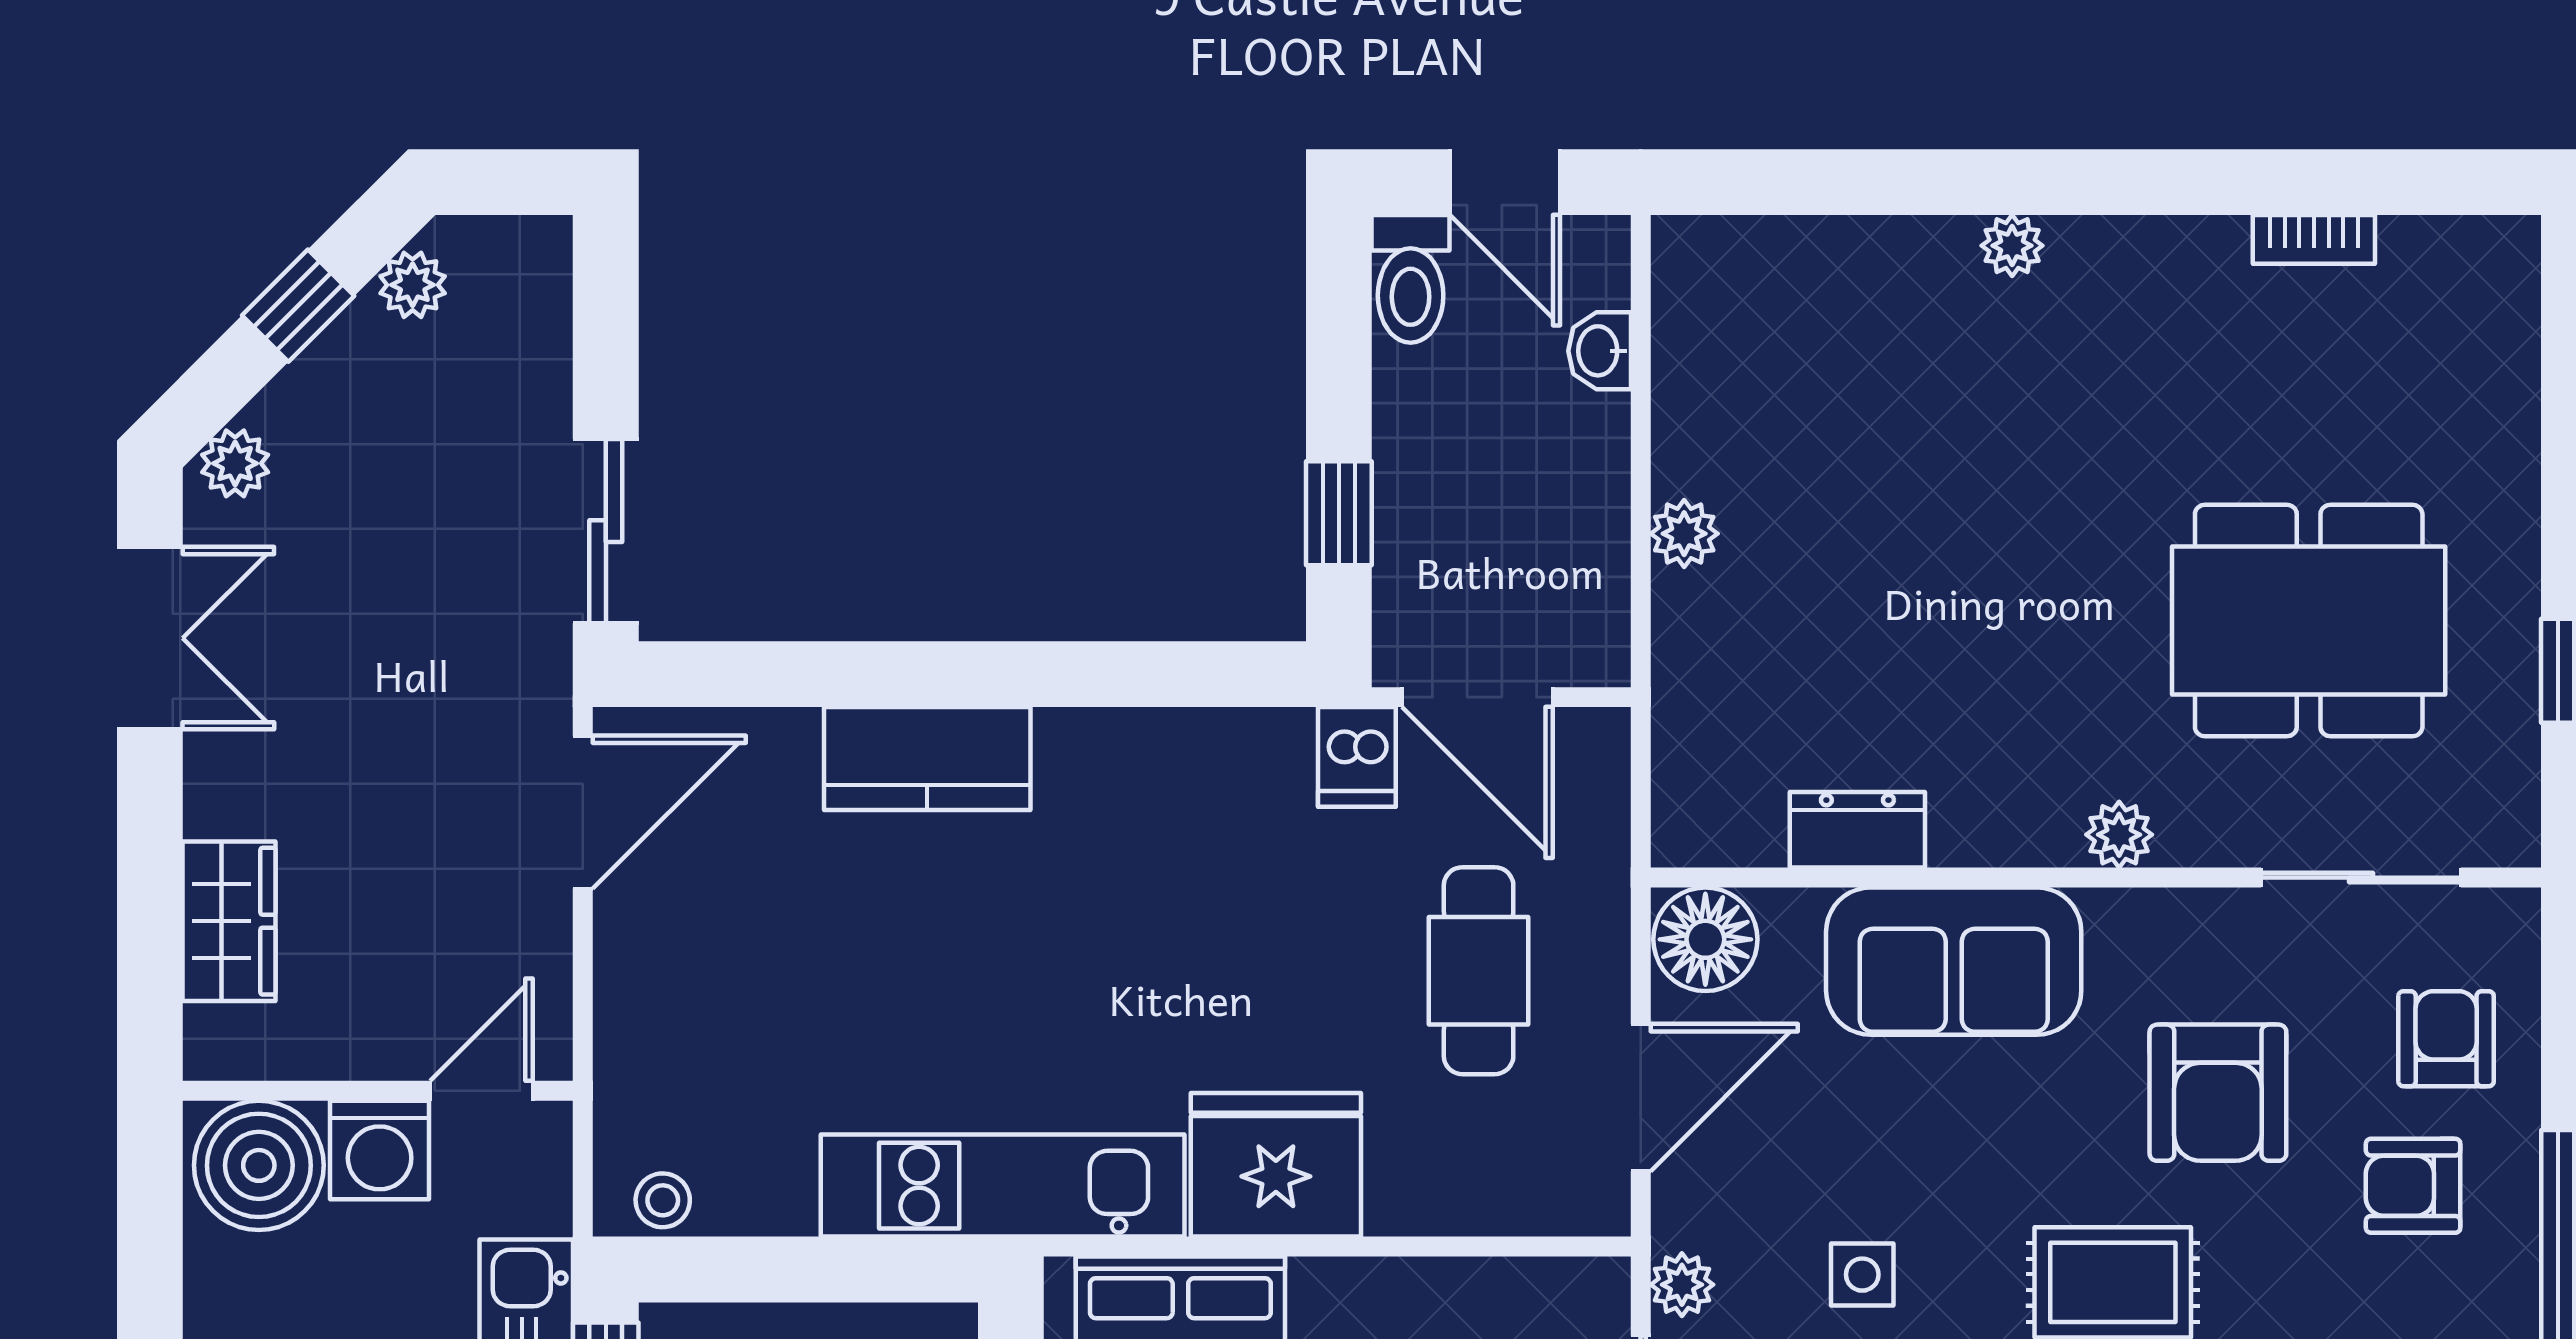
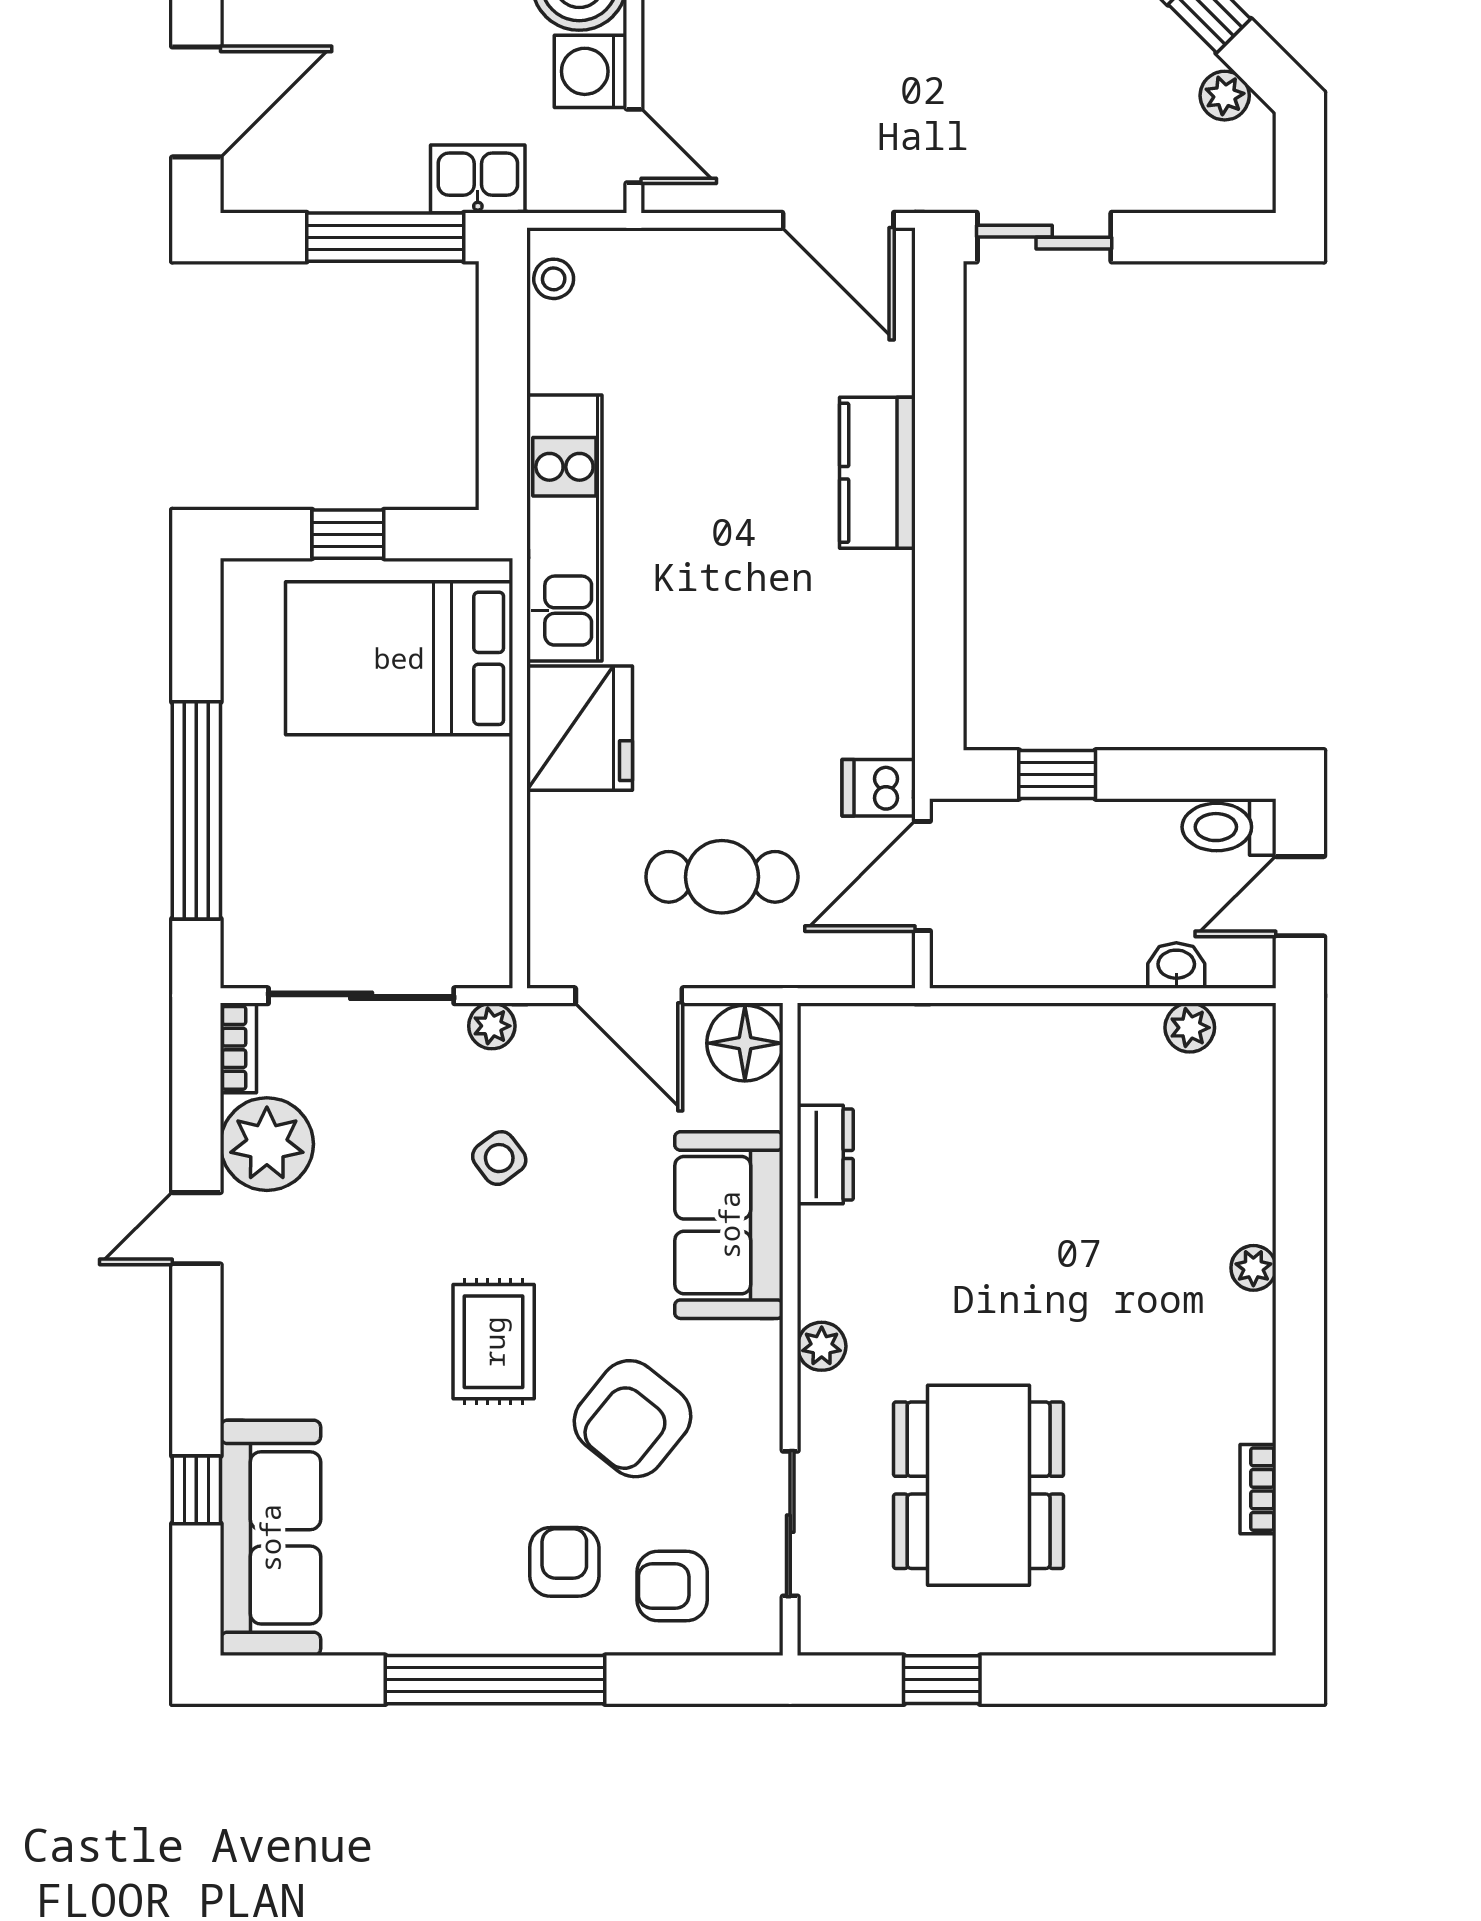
plant: (1684, 534) -> (1190, 1028), moved
armchair: (2446, 1039) -> (672, 1586), turned 180
armchair: (2218, 1093) -> (632, 1419), turned -51
side table: (1862, 1275) -> (499, 1158), turned -37

